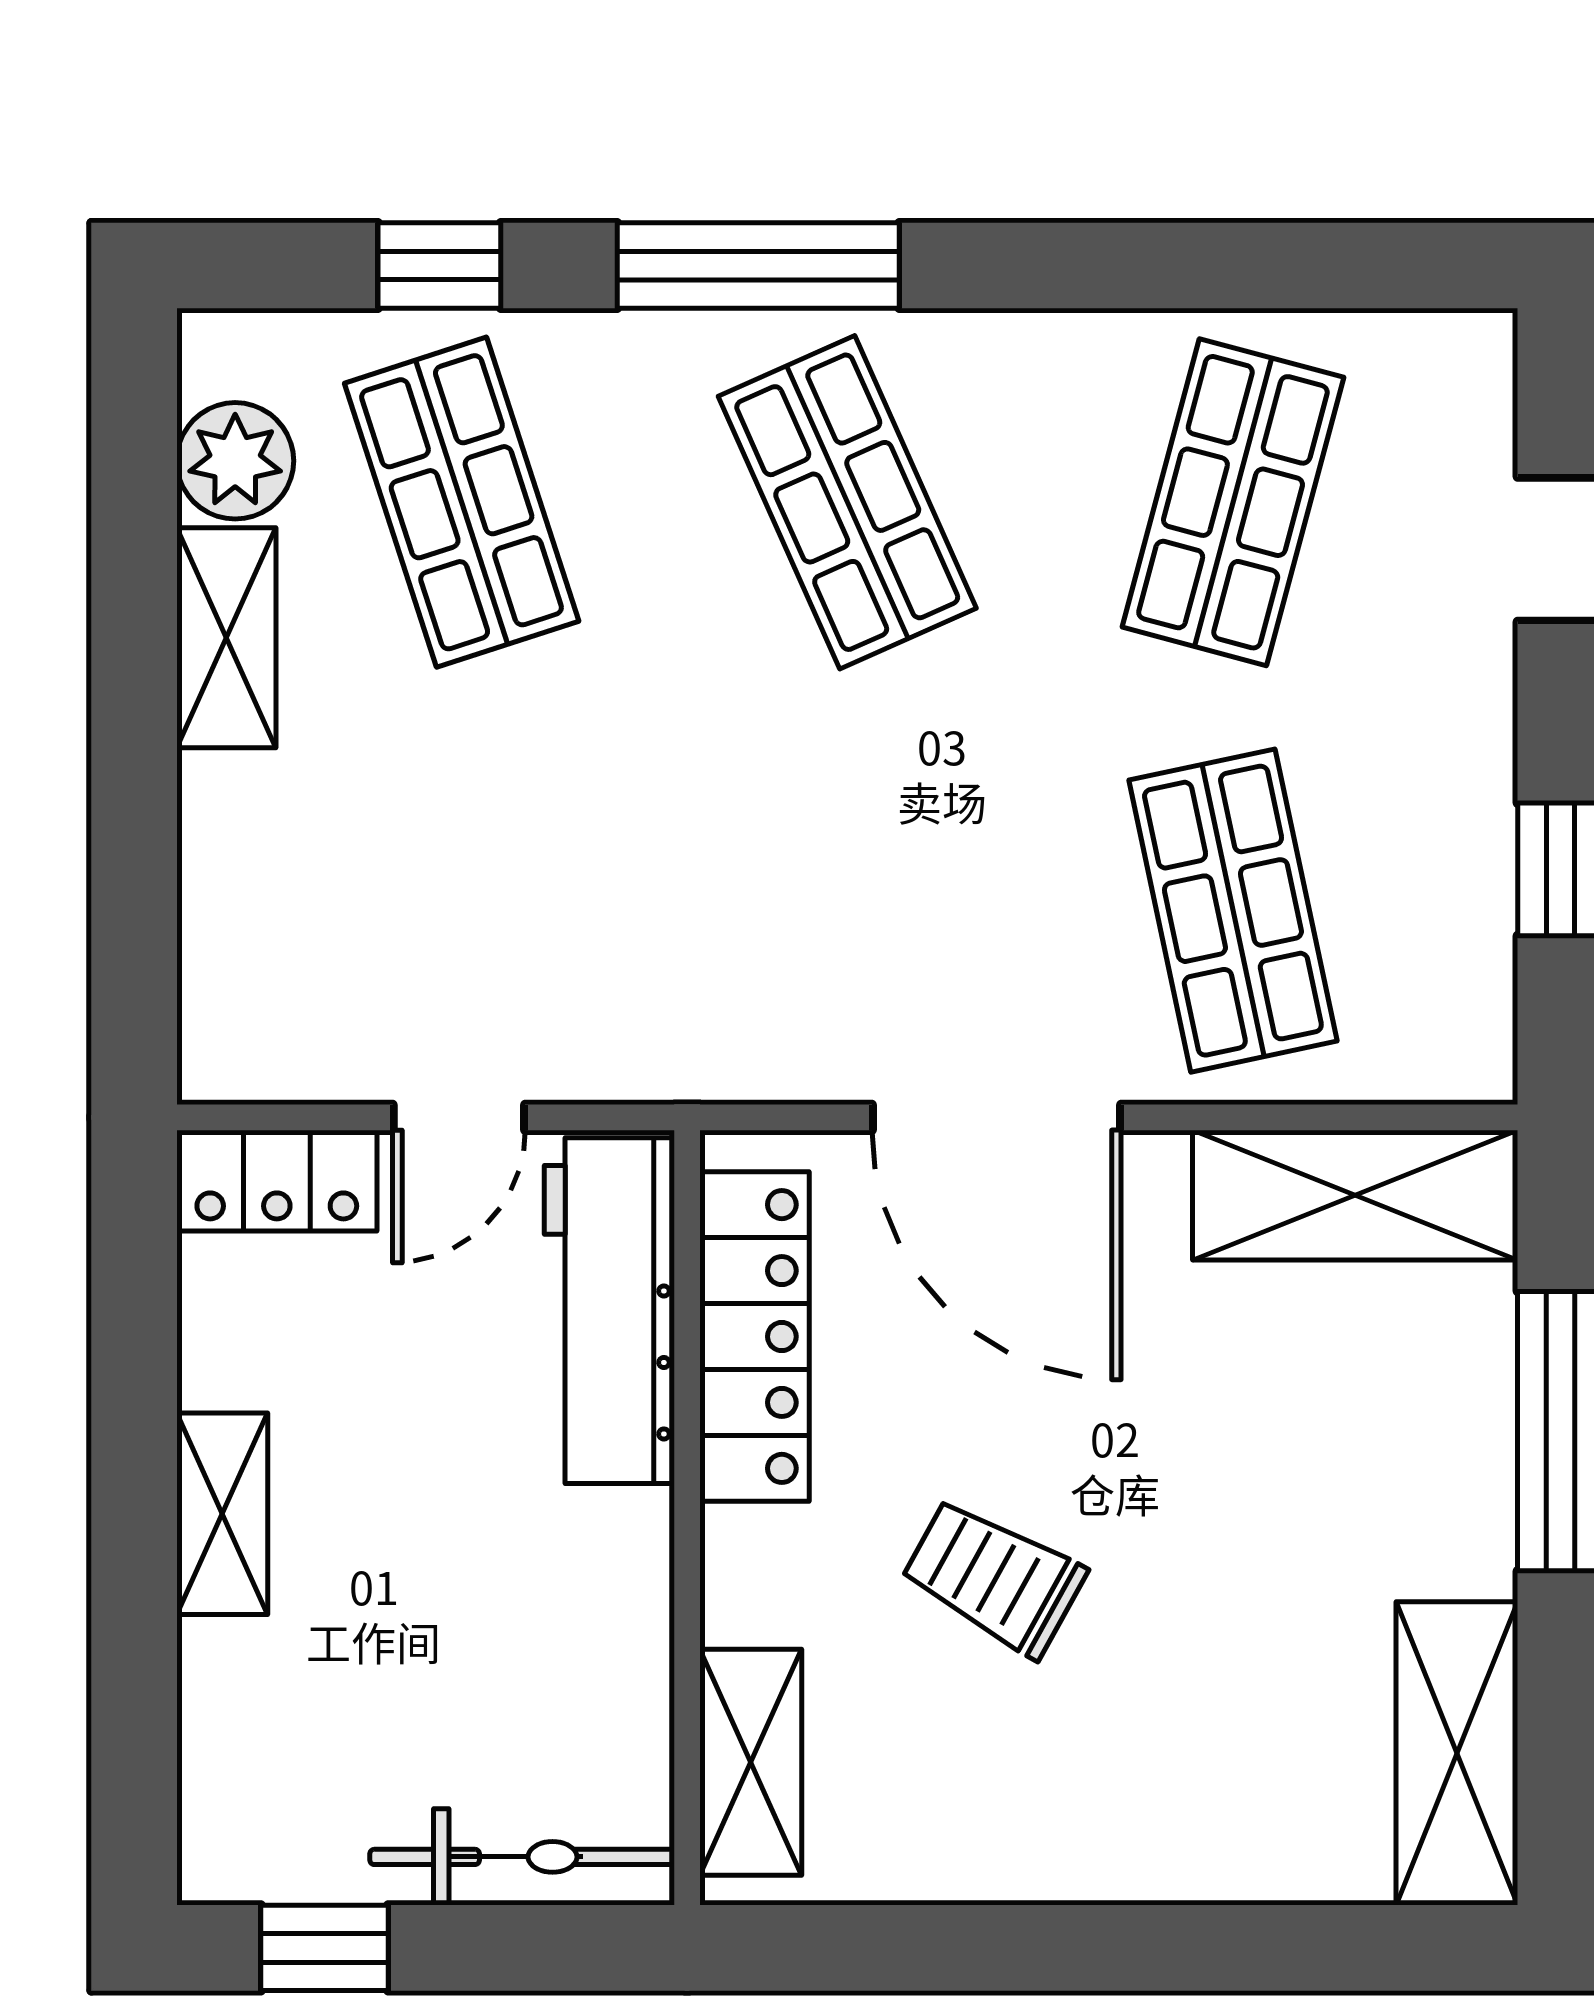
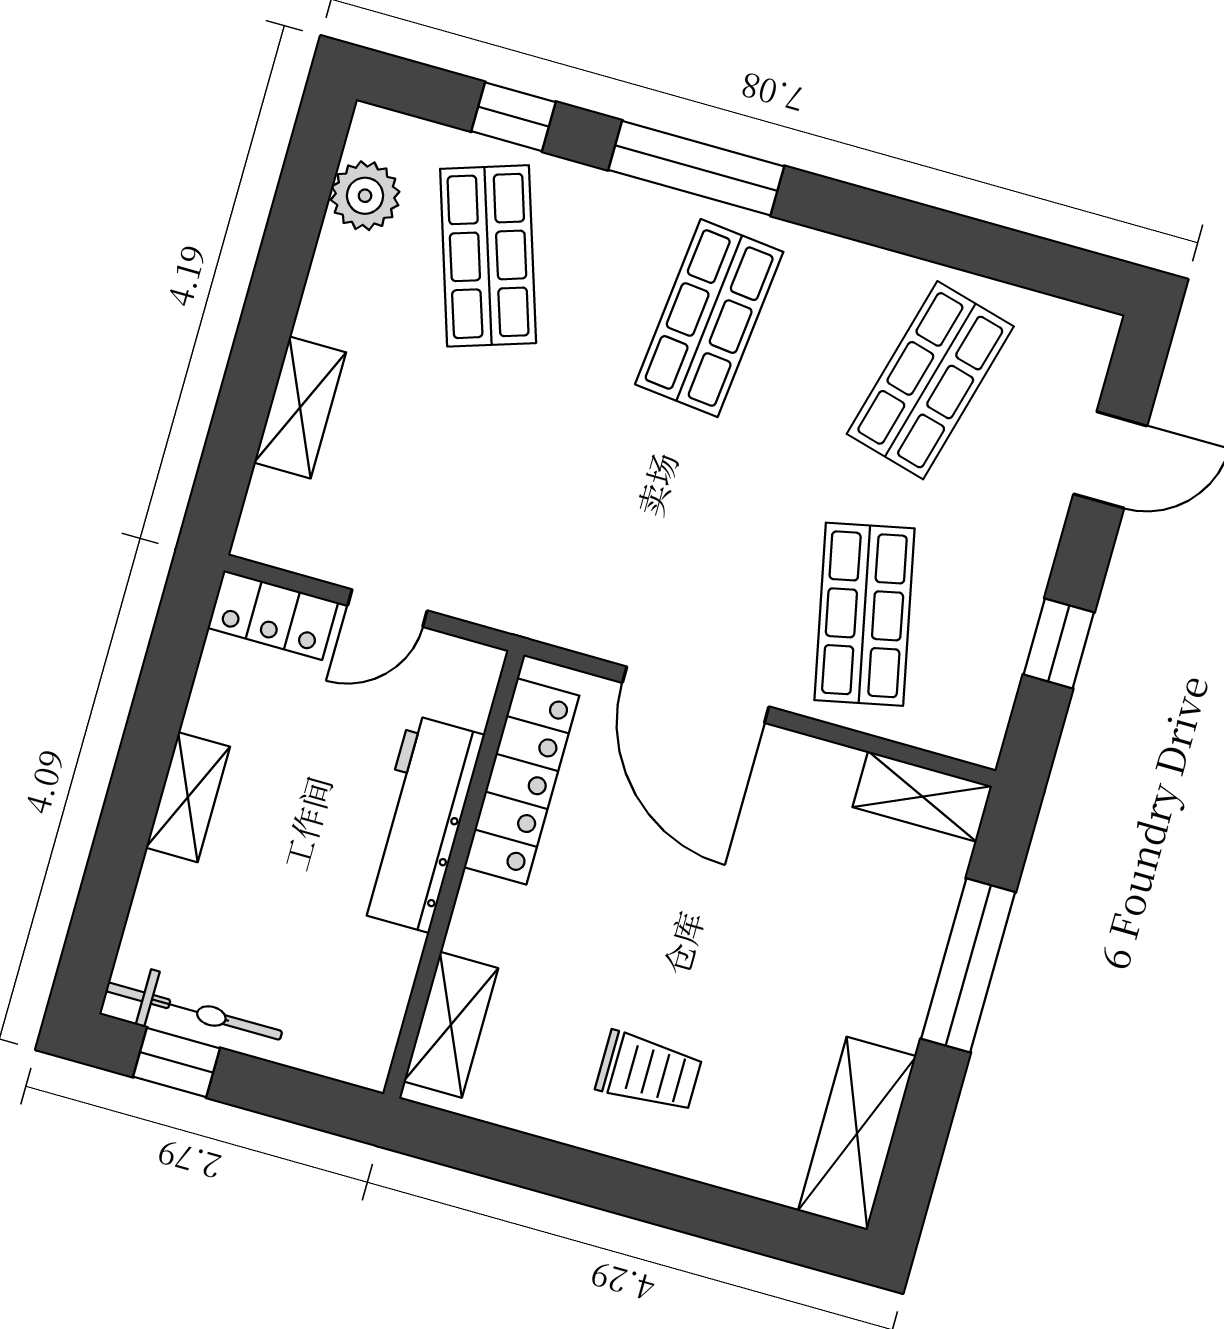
shop shelf: (847, 502) -> (709, 318), turned 30
shelving: (226, 638) -> (300, 407), moved
shelving: (1355, 1195) -> (922, 797), width x0.67, depth x0.75
workbench: (609, 1311) -> (420, 824), moved
trolley: (994, 1577) -> (649, 1072), moved, turned 151
bicycle: (522, 1857) -> (194, 1011), moved

